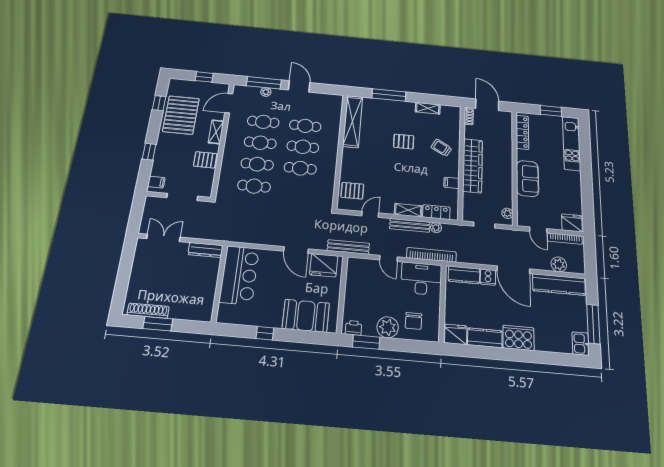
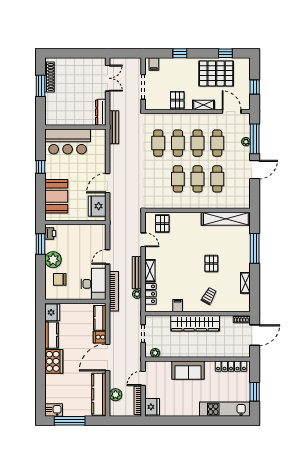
bench: (348, 247) -> (114, 127), moved
bar counter: (239, 275) -> (68, 141), moved

